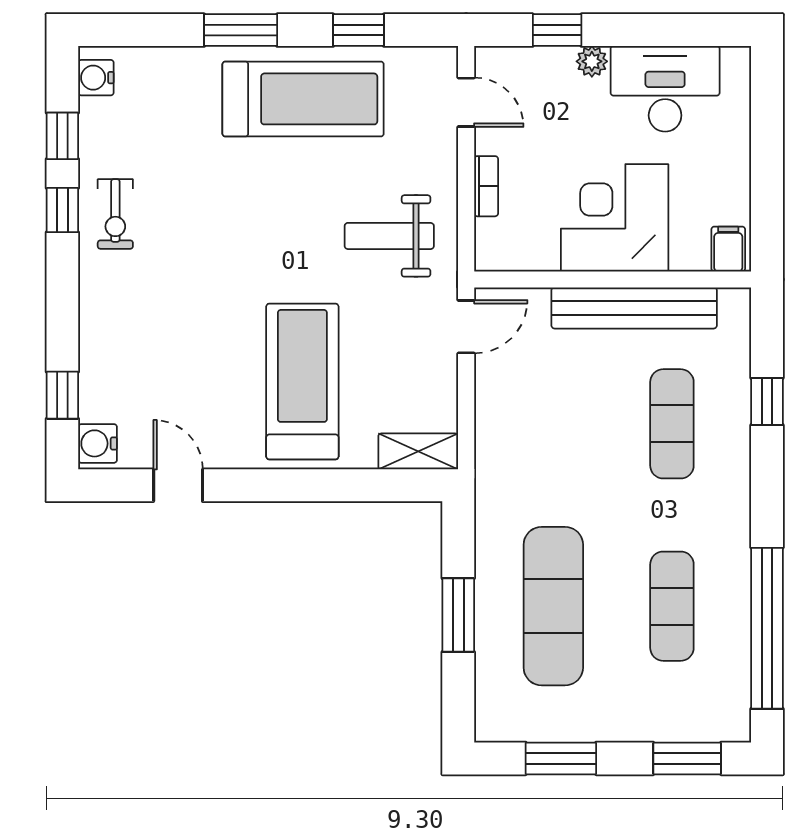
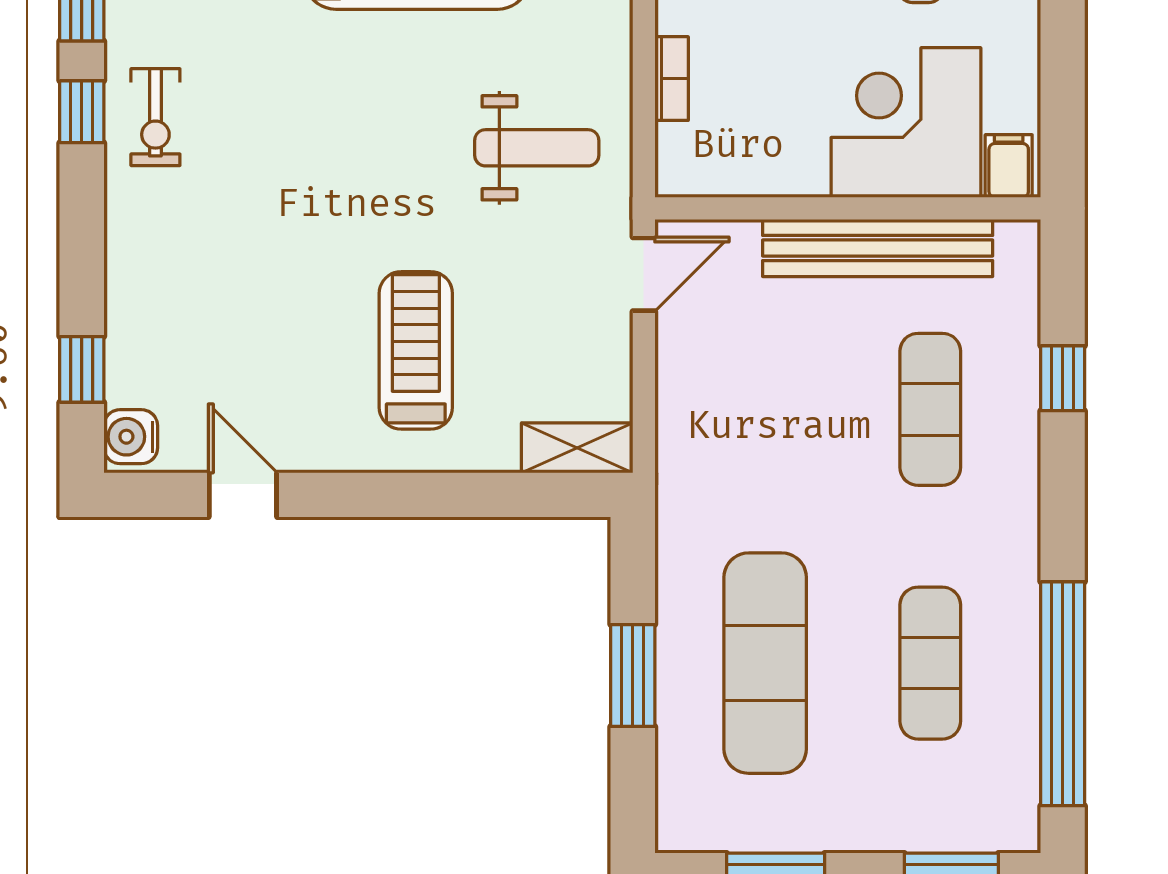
corner desk: (615, 218) -> (906, 122), moved
weight bench: (389, 236) -> (537, 148), turned 180
treadmill: (302, 381) -> (416, 350), width x0.73, depth x0.73

